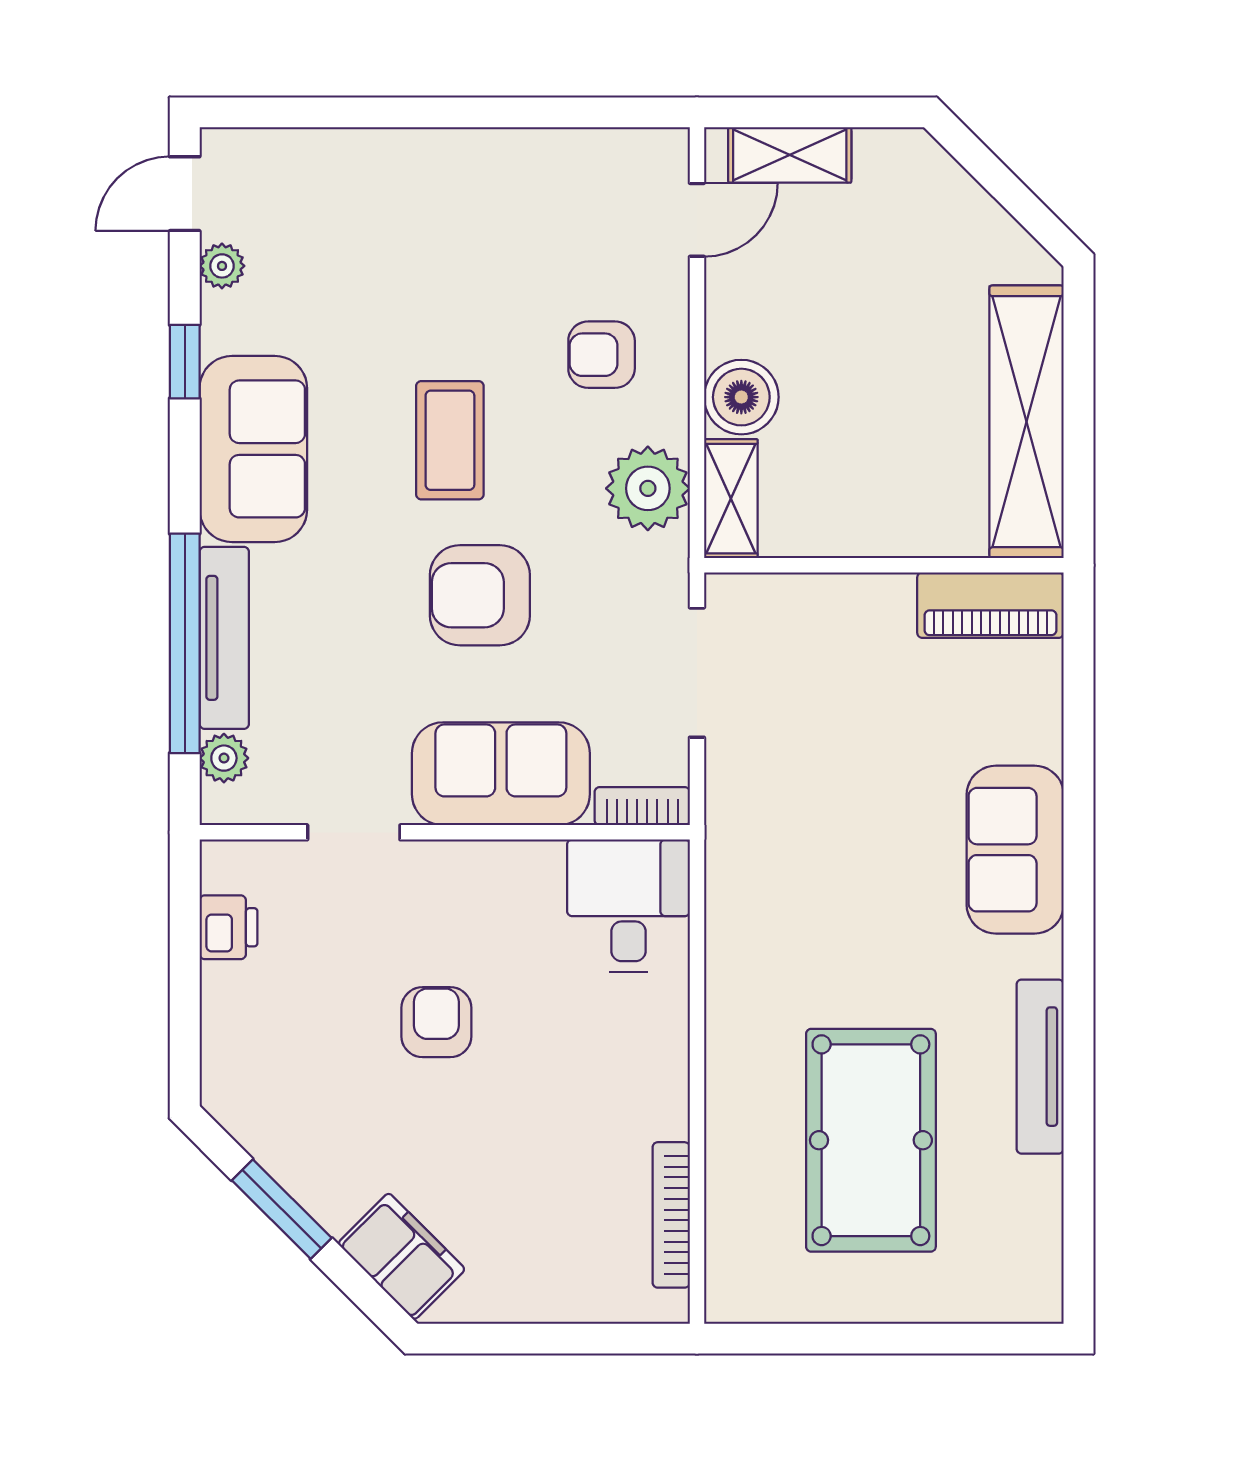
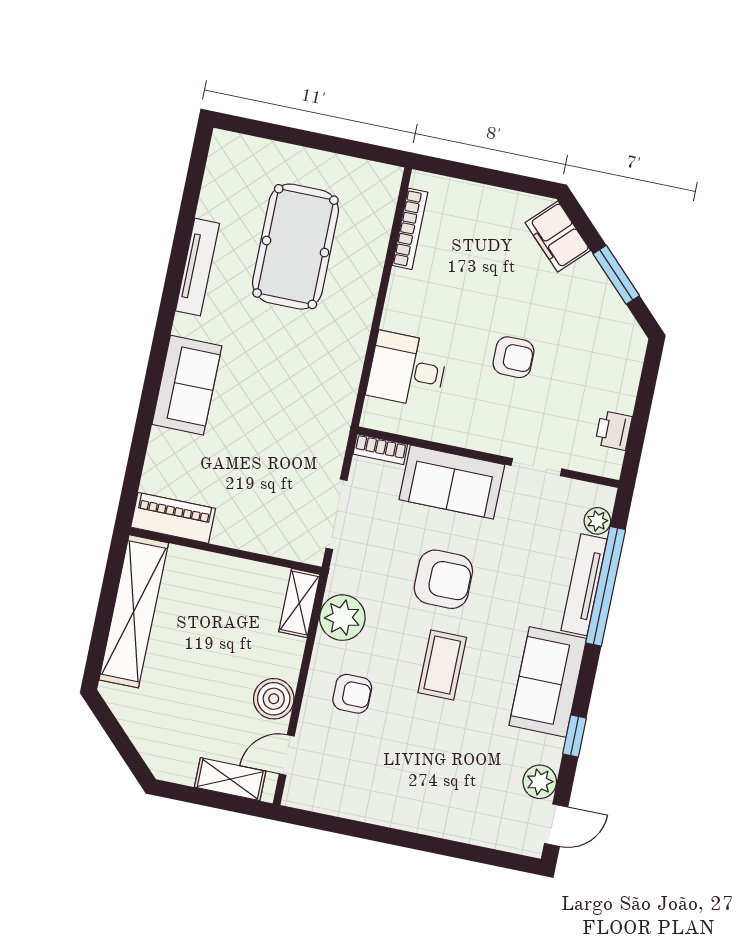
plant: (222, 266) -> (540, 782), width x1.38, depth x1.38
boiler: (741, 397) -> (274, 699), moved
desk: (628, 906) -> (407, 370), moved, turned 90
armchair: (436, 1022) -> (513, 357), turned -90

